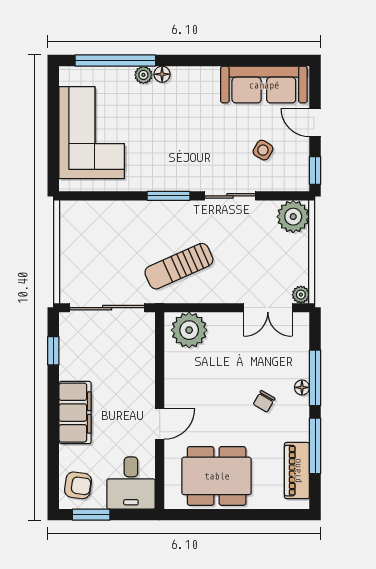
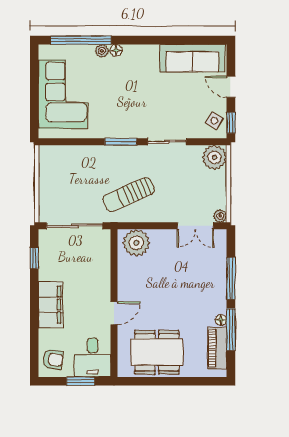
side table: (263, 150) -> (214, 121), moved
floor lamp: (302, 387) -> (221, 320), moved
chair: (264, 401) -> (193, 296), removed
window: (91, 515) -> (81, 381), moved

